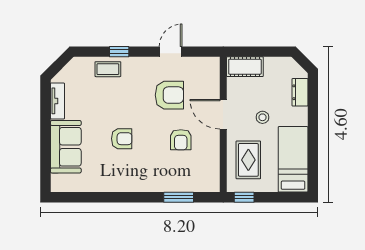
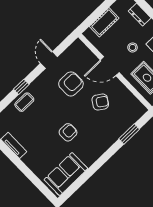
cot: (245, 67) -> (104, 22), moved
armchair: (181, 140) -> (100, 102), turned -56
sofa: (66, 147) -> (66, 174), moved, turned -90

